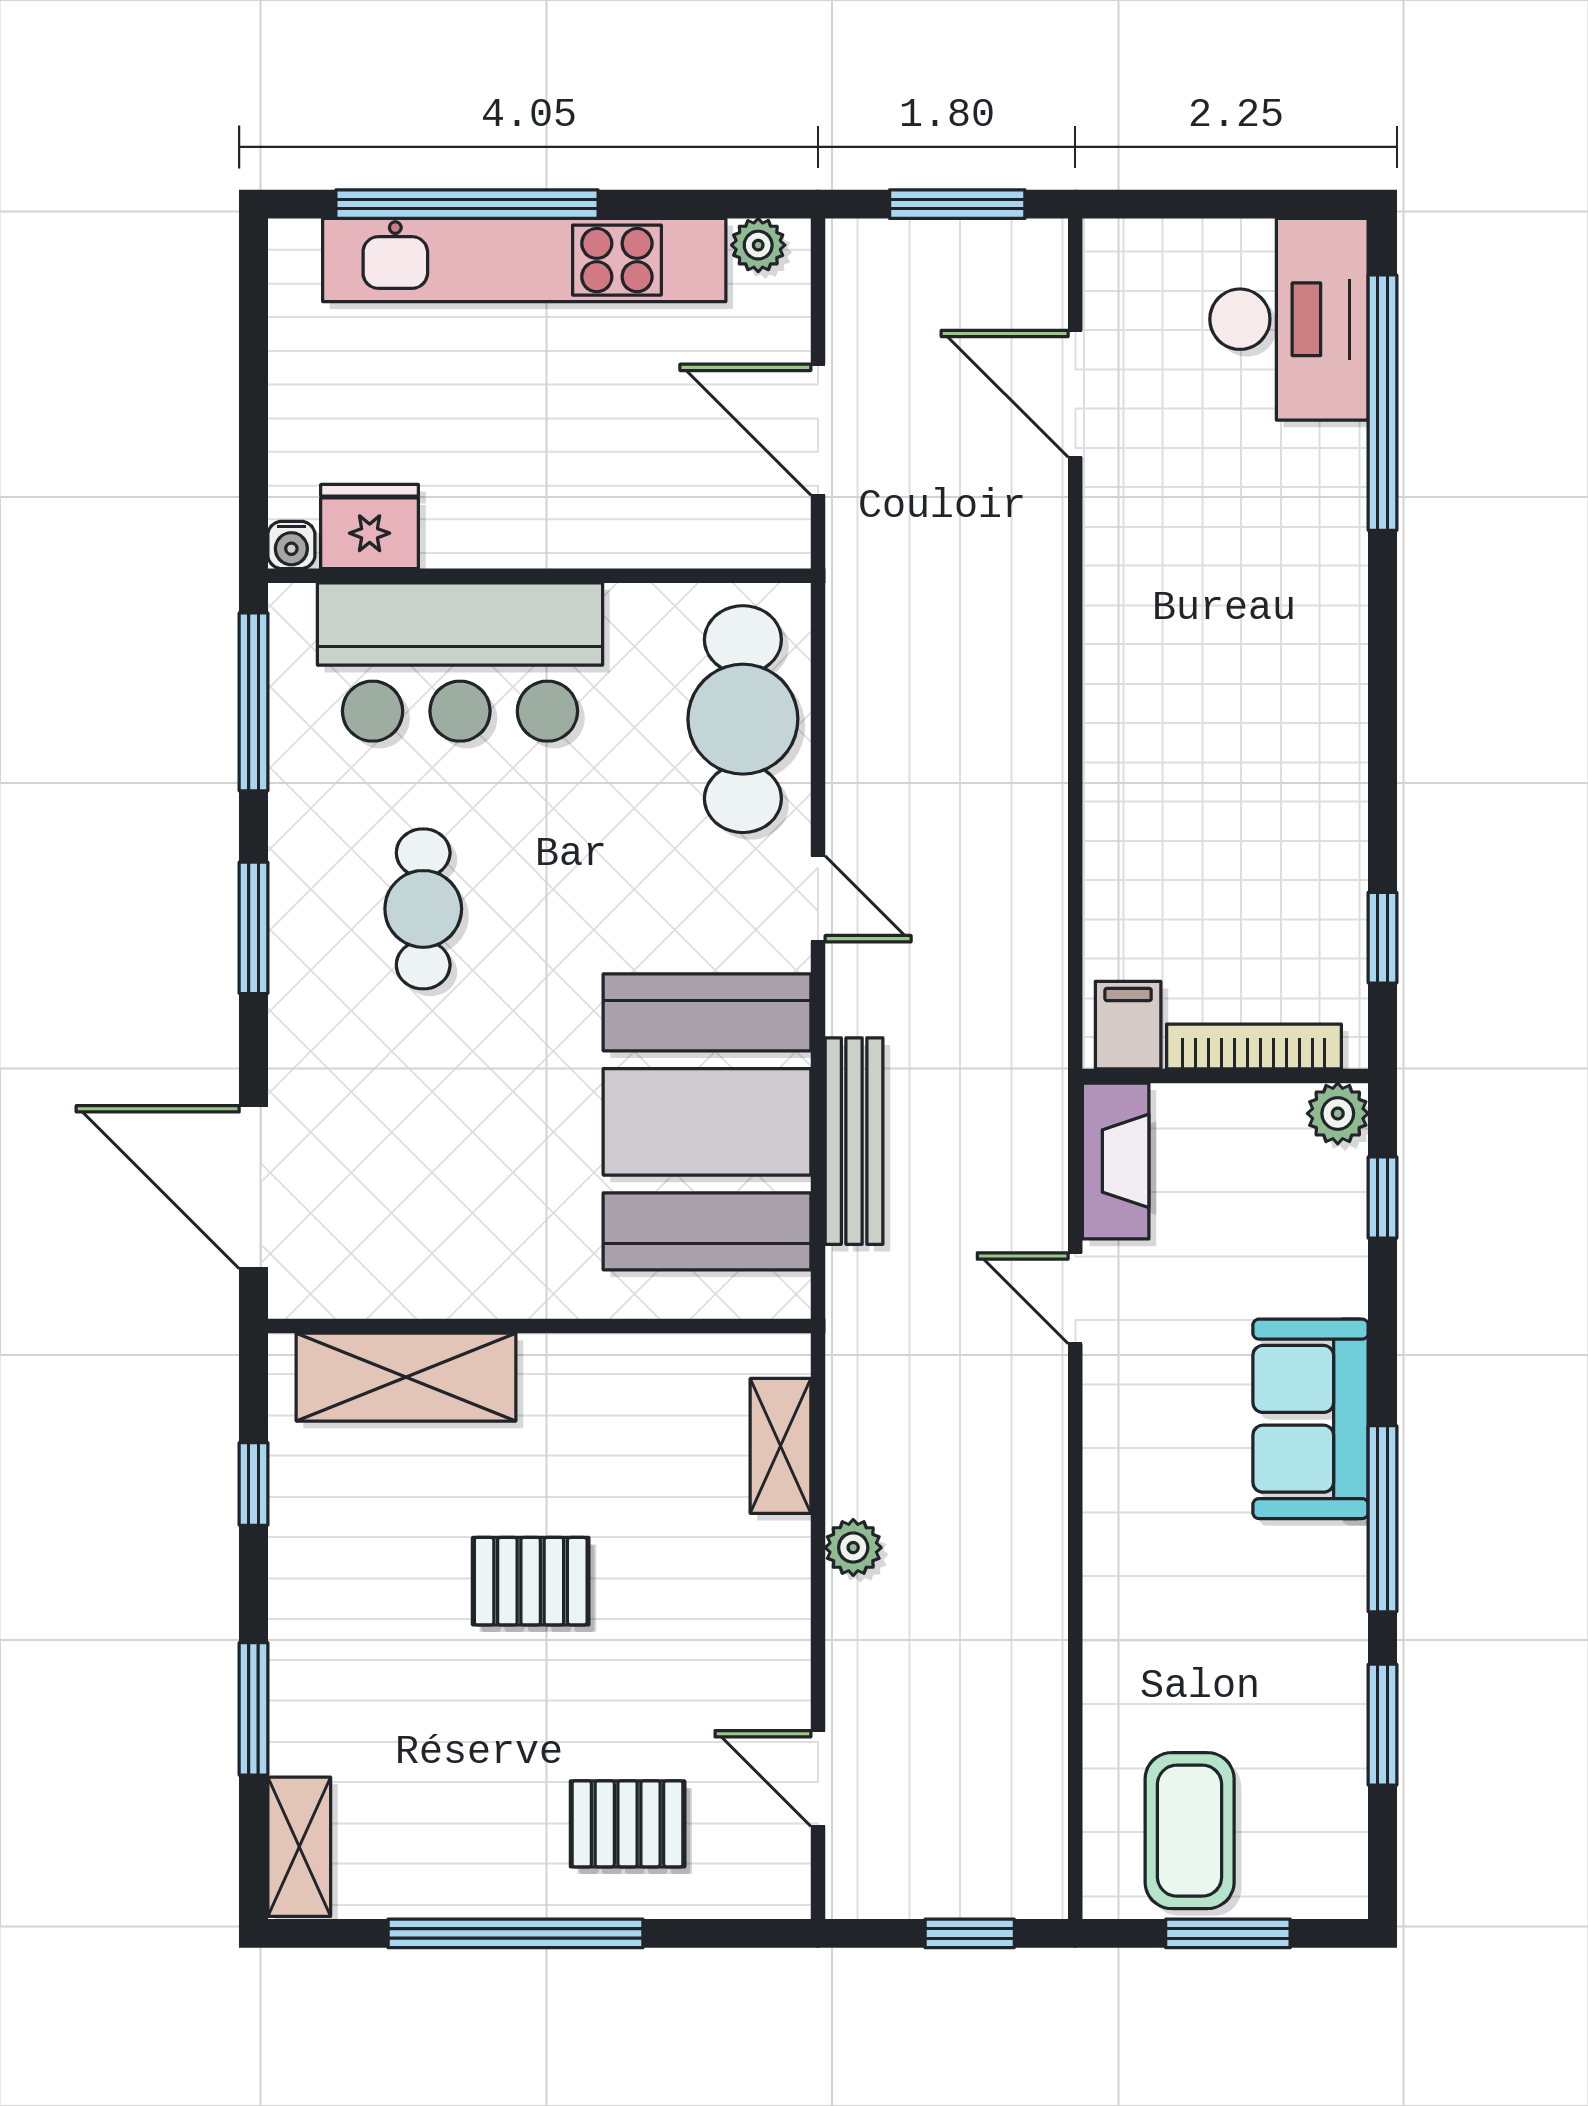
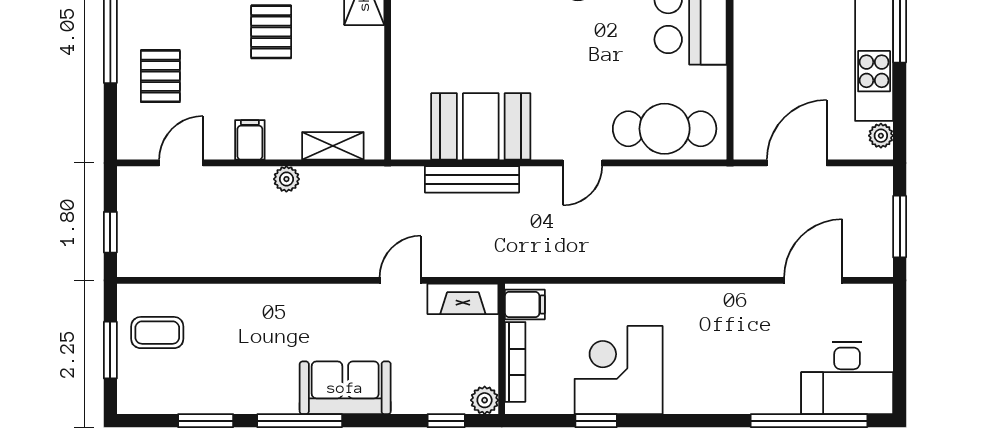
corner desk: (1272, 820) -> (619, 370), added
window: (1382, 938) -> (596, 421), moved
booth: (707, 1122) -> (481, 126), width x0.73, depth x0.70
filing cabinet: (767, 1628) -> (250, 140), added
coffee table: (1190, 1831) -> (157, 333), width x0.73, depth x0.77

